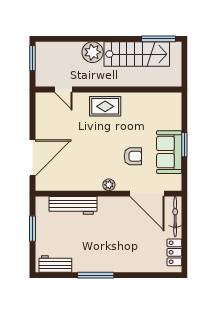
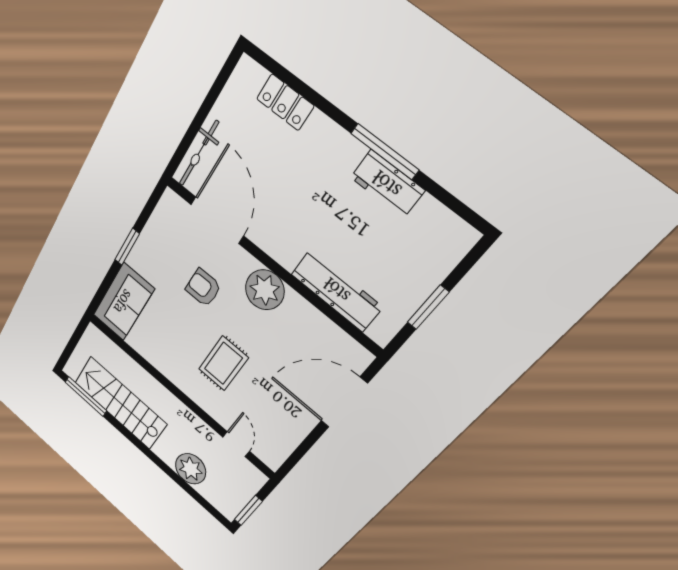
plant: (93, 52) -> (191, 469), moved
rug: (105, 106) -> (223, 363), moved, turned 90
sofa: (169, 152) -> (123, 302), moved
plant: (109, 185) -> (265, 290), width x1.88, depth x1.88
locker: (174, 252) -> (285, 102), moved, turned 90
workbench: (55, 264) -> (387, 184), moved

